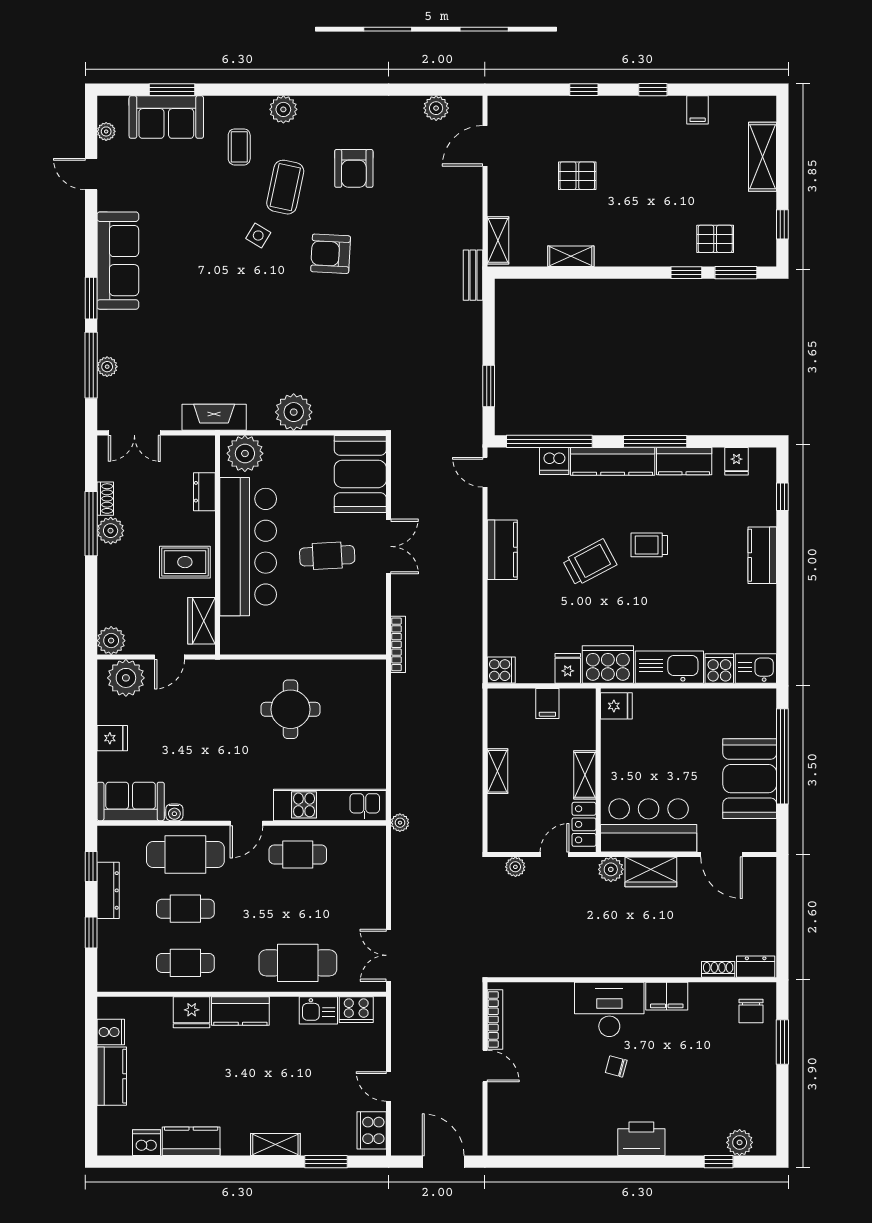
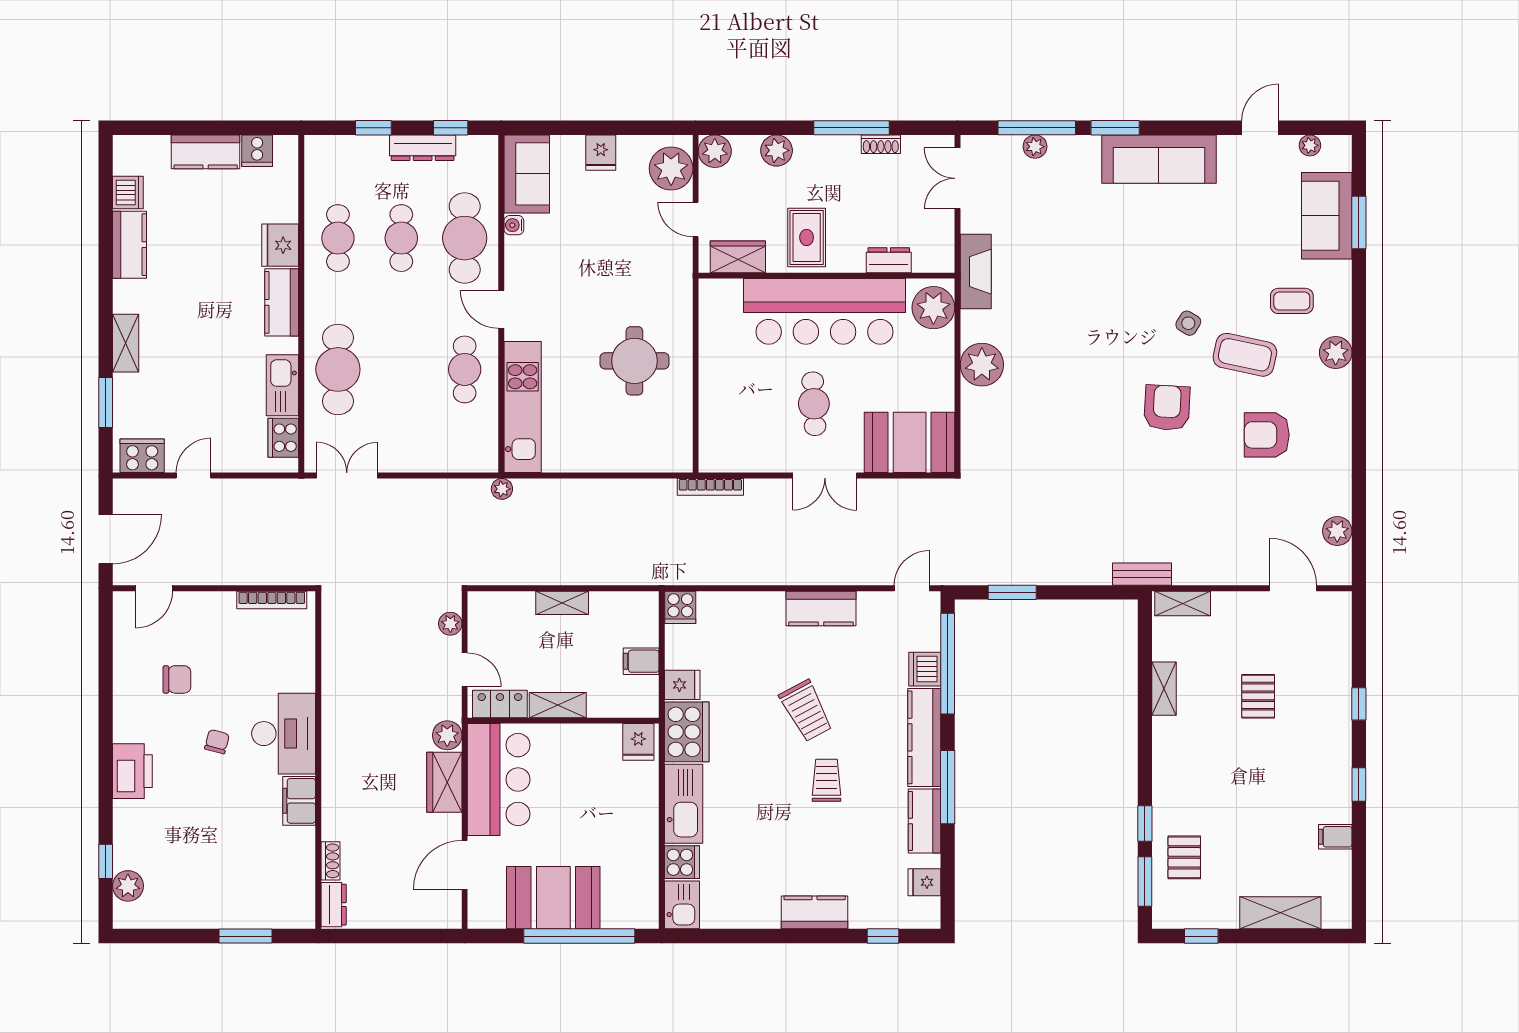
plant: (111, 531) -> (777, 150), moved
kitchen sink: (318, 1010) -> (282, 385), width x1.38
chair: (751, 1011) -> (177, 679), moved, turned 180
door: (485, 1066) -> (154, 588), moved

